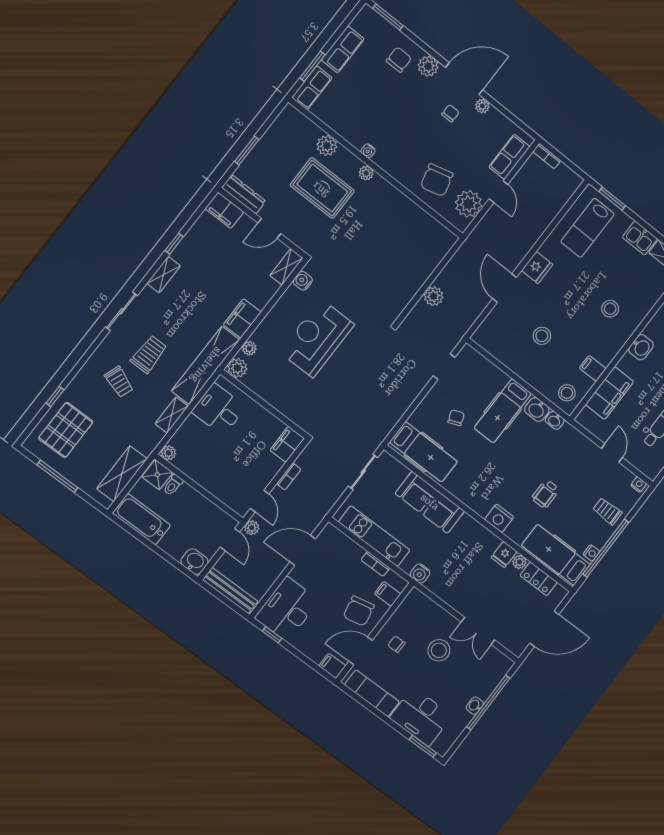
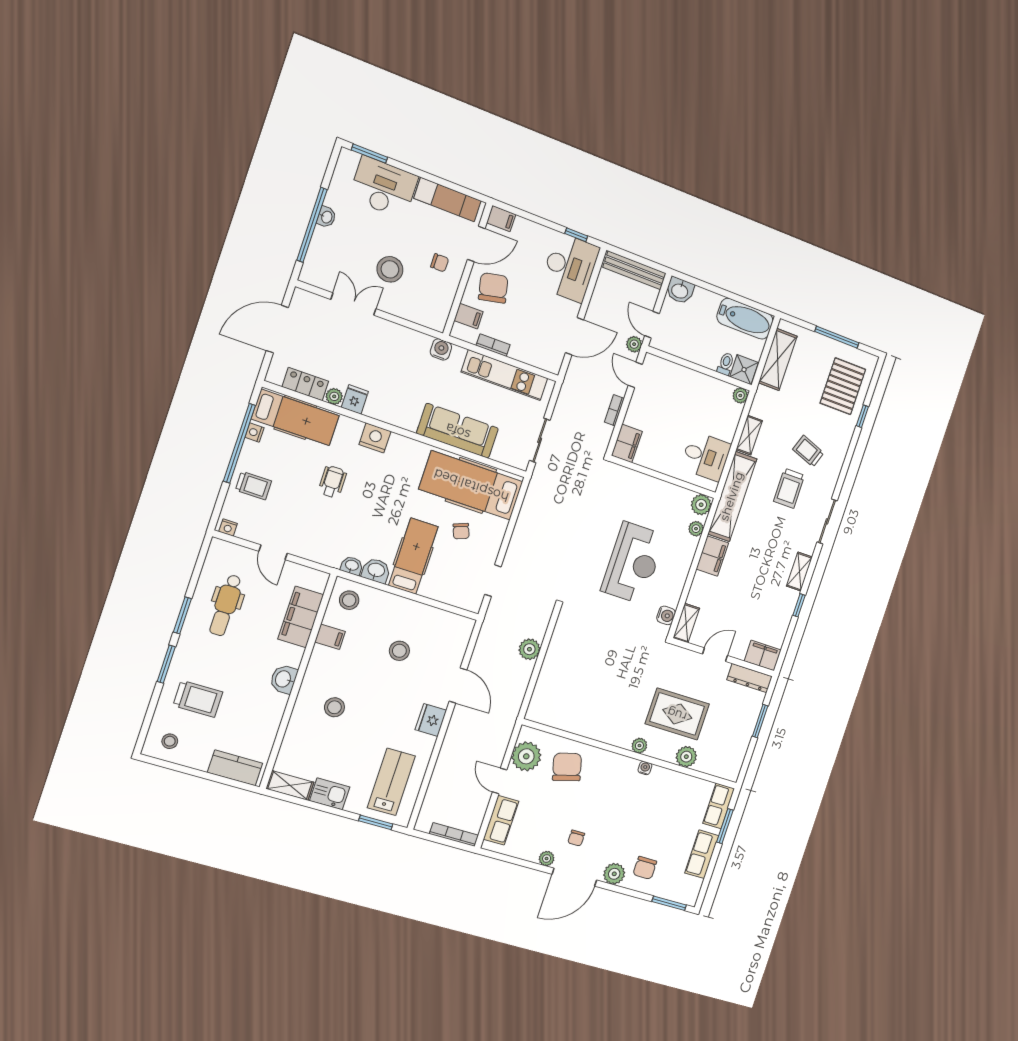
bookcase: (547, 156) -> (454, 835), width x1.56
hospital bed: (424, 452) -> (471, 485), width x1.37, depth x1.29

